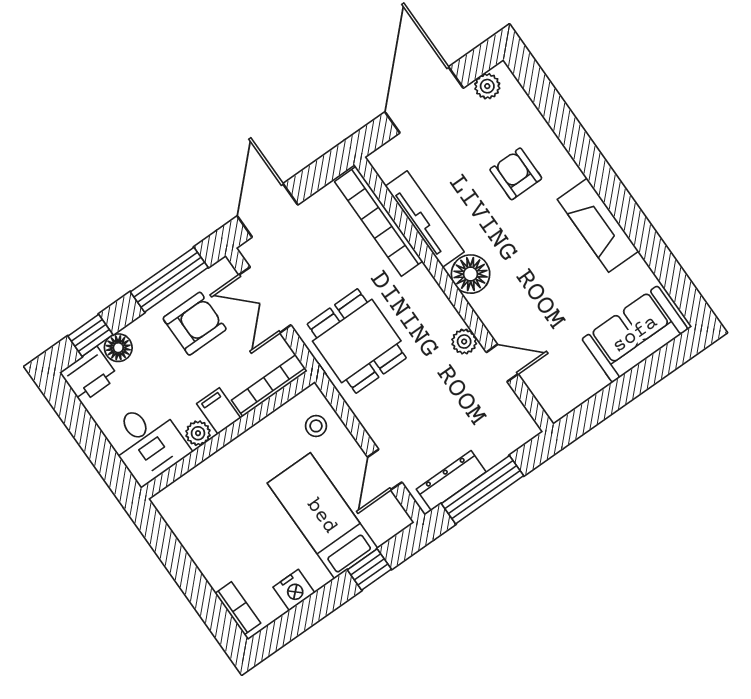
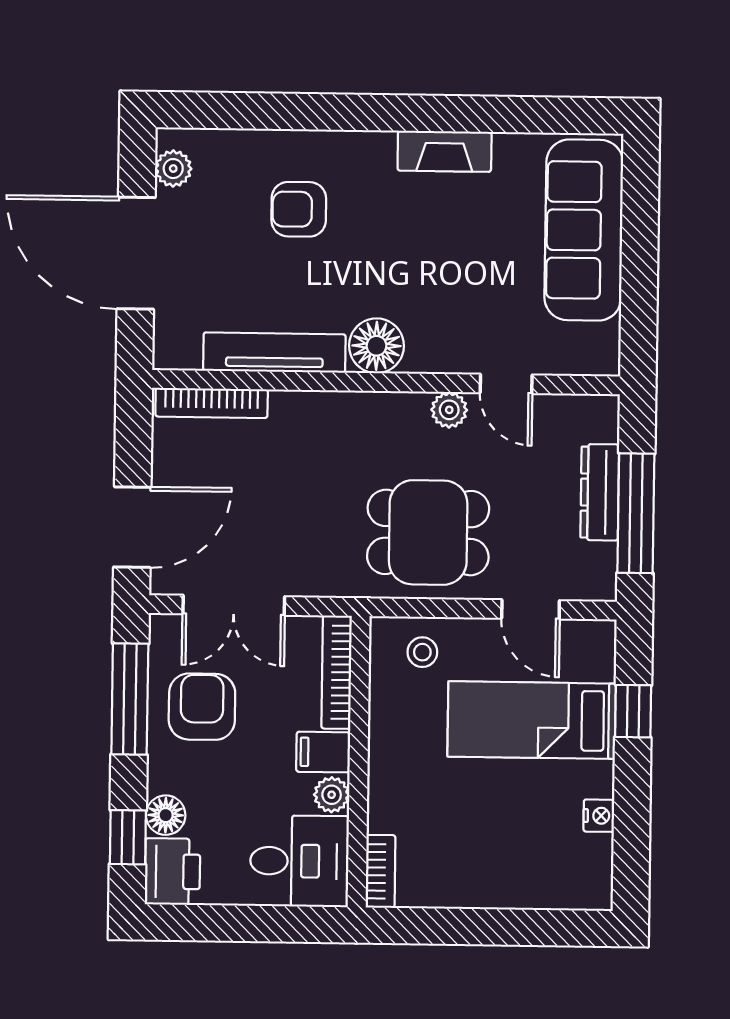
door: (267, 210) -> (132, 527), swing flipped
bookcase: (379, 221) -> (212, 403), width x0.68, depth x0.76
fireplace: (598, 225) -> (445, 151), width x0.73, depth x0.76
sofa: (635, 334) -> (584, 230), width x1.36
dining table: (357, 341) -> (428, 532), moved
door: (502, 363) -> (506, 384), swing flipped
dresser: (451, 481) -> (600, 492), moved
nightstand: (294, 590) -> (599, 816), width x0.72, depth x0.74
bookcase: (238, 608) -> (380, 871), moved, turned 90

